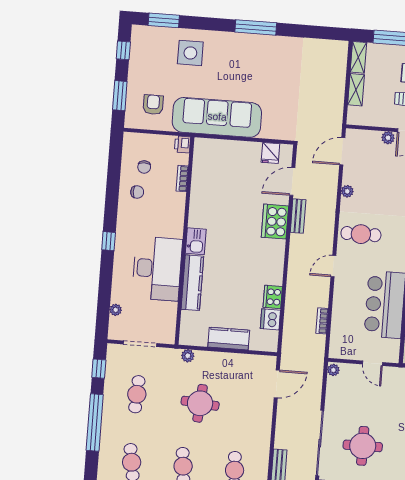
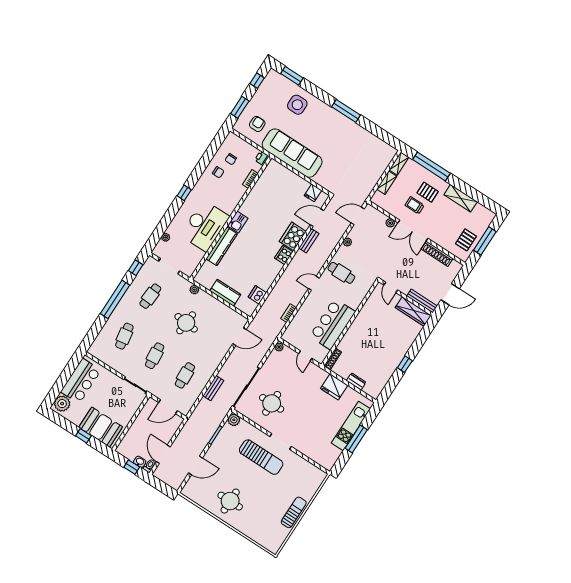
cooker: (273, 297) -> (284, 255), moved

